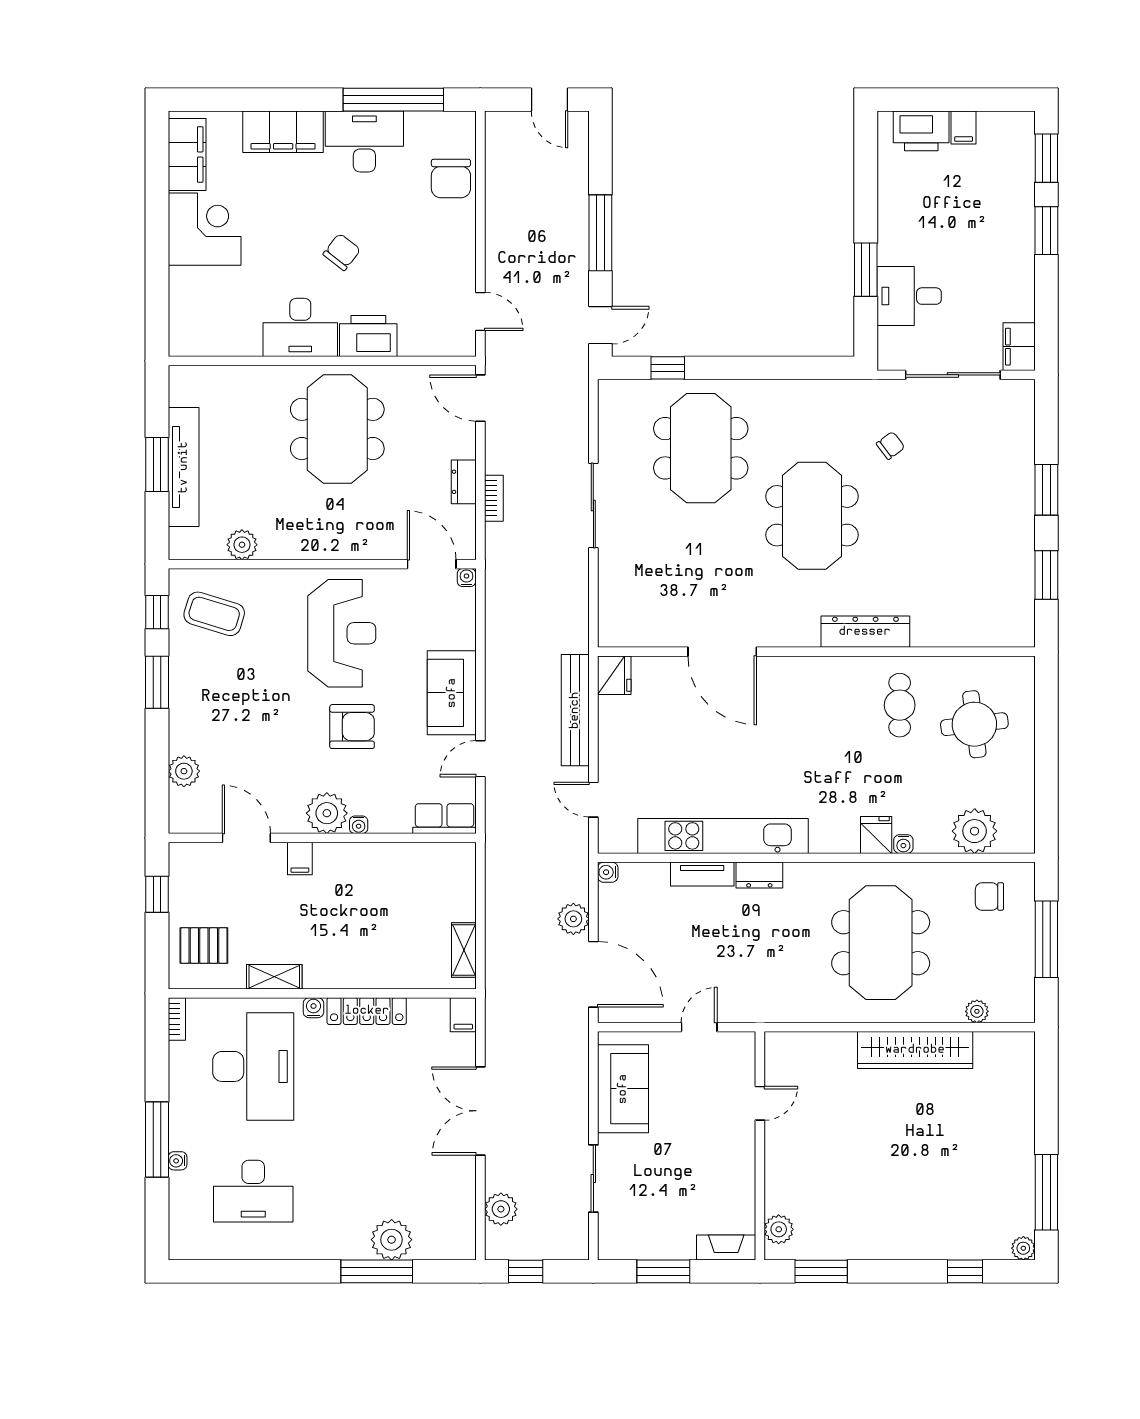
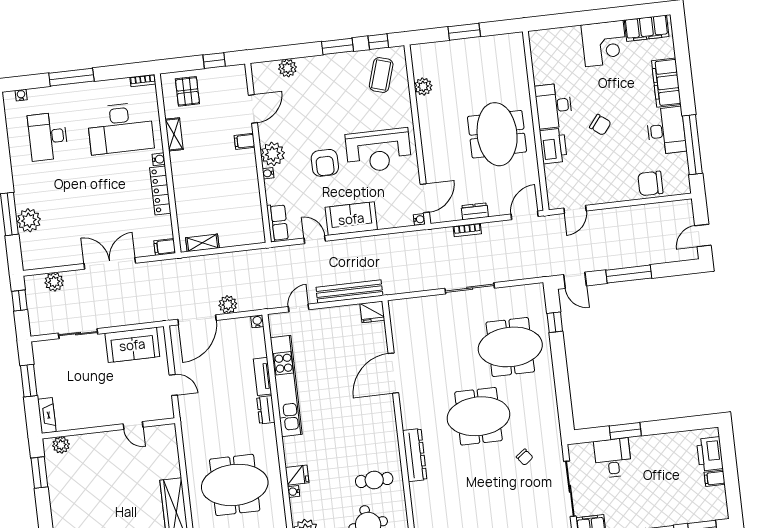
meeting table: (337, 429) -> (497, 134), turned 90
tv unit: (184, 467) -> (464, 47), removed
water cooler: (178, 1161) -> (21, 95), moved

